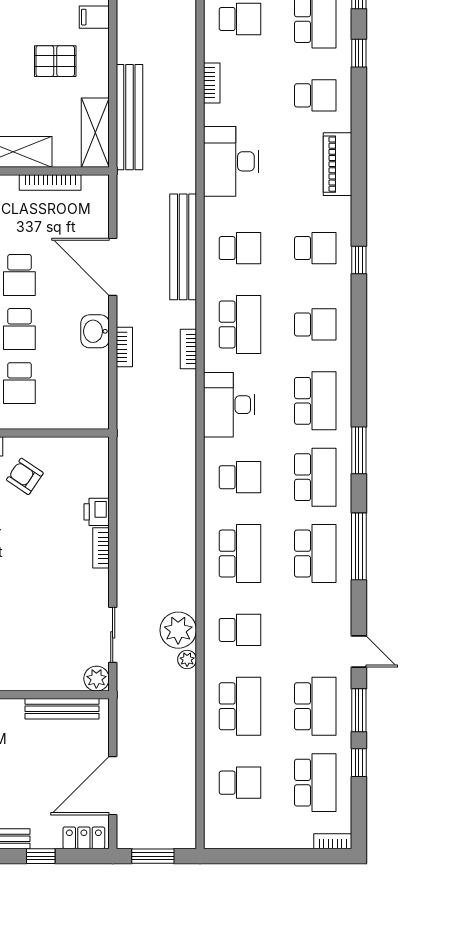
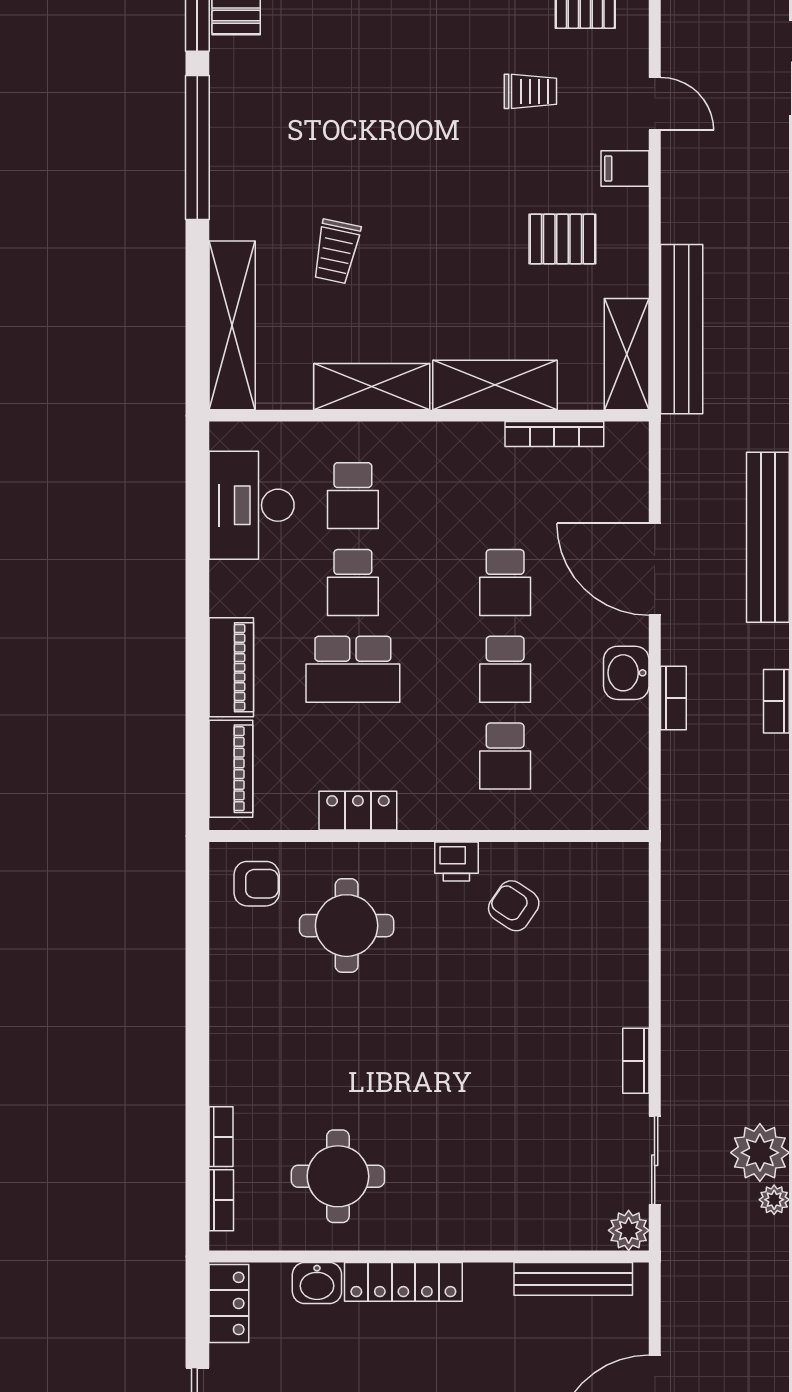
printer: (97, 512) -> (629, 963), removed
bookcase: (101, 548) -> (636, 1061), moved

